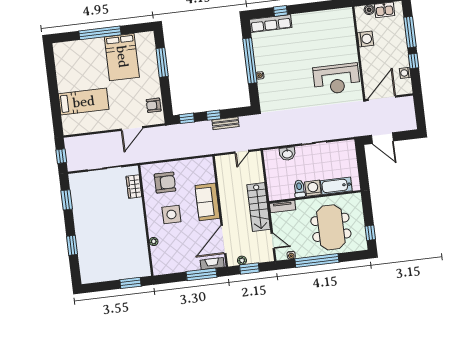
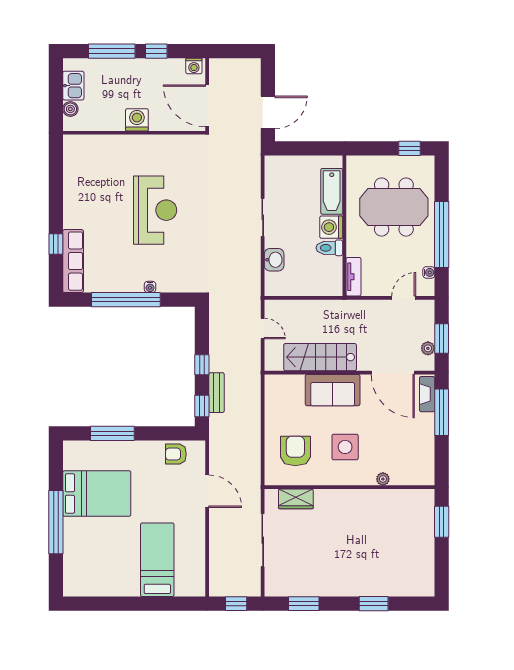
washing machine: (366, 39) -> (137, 120), moved
washing machine: (405, 73) -> (194, 66), moved
reception desk: (337, 79) -> (155, 210), moved
armchair: (154, 105) -> (176, 454), turned 90
bench: (226, 123) -> (216, 393), moved
stairs: (259, 207) -> (320, 357), moved, turned 180

